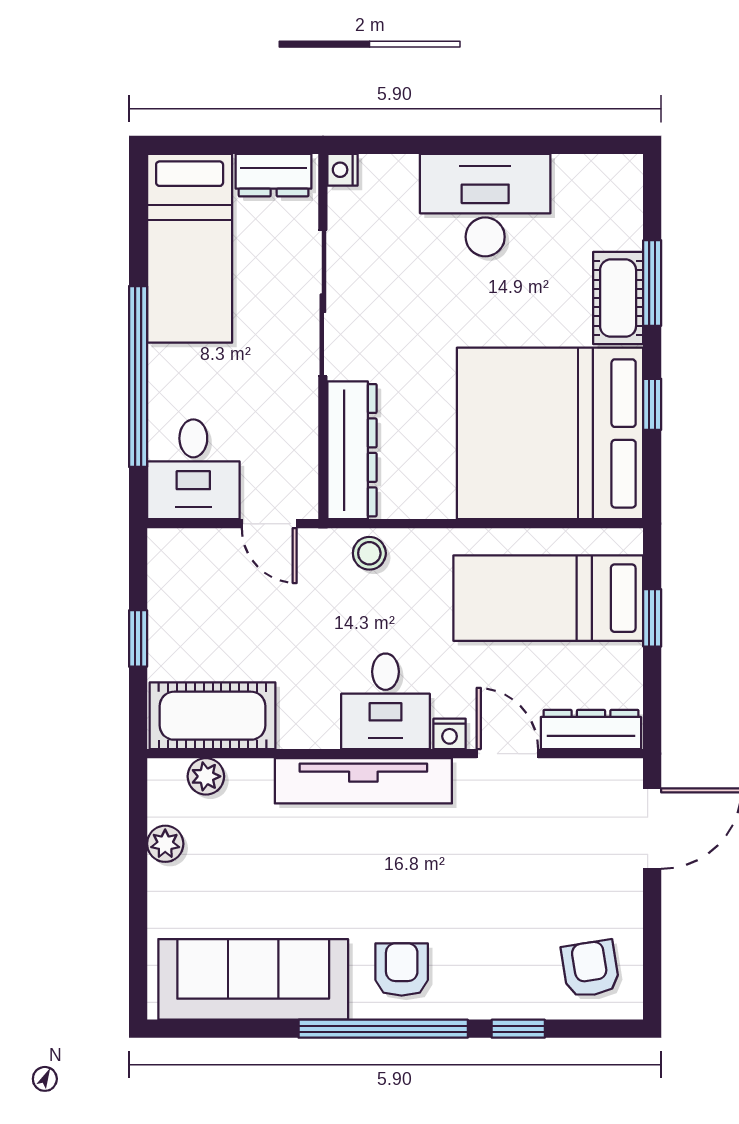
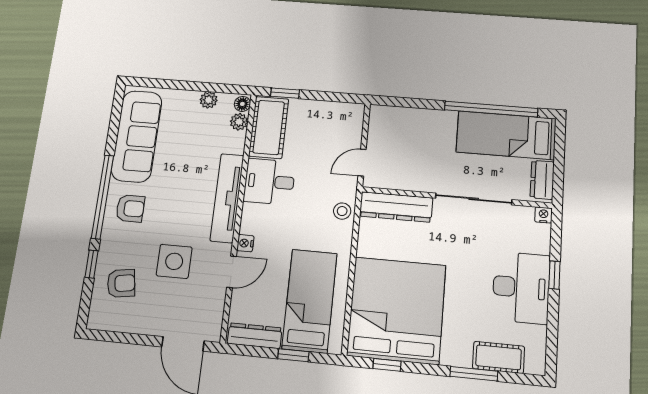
window: (456, 145) -> (554, 275), added
cot: (618, 298) -> (499, 357), moved
window: (138, 376) -> (491, 109), moved
window: (652, 404) -> (387, 365), moved
desk: (193, 469) -> (393, 128), removed
window: (138, 638) -> (285, 93), moved
desk: (385, 701) -> (269, 182), moved
dresser: (591, 729) -> (255, 336), moved, turned -90
floor lamp: (168, 774) -> (242, 104), added
side table: (498, 868) -> (174, 261), added
armchair: (590, 969) -> (121, 283), moved

